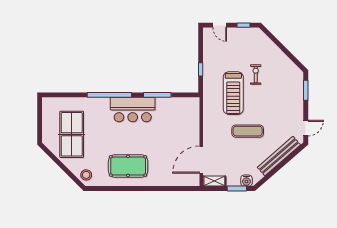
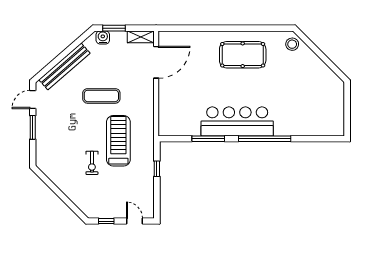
window: (306, 90) -> (33, 127), moved
bar counter: (133, 110) -> (237, 121), width x1.36
table tennis table: (72, 134) -> (309, 92), removed

